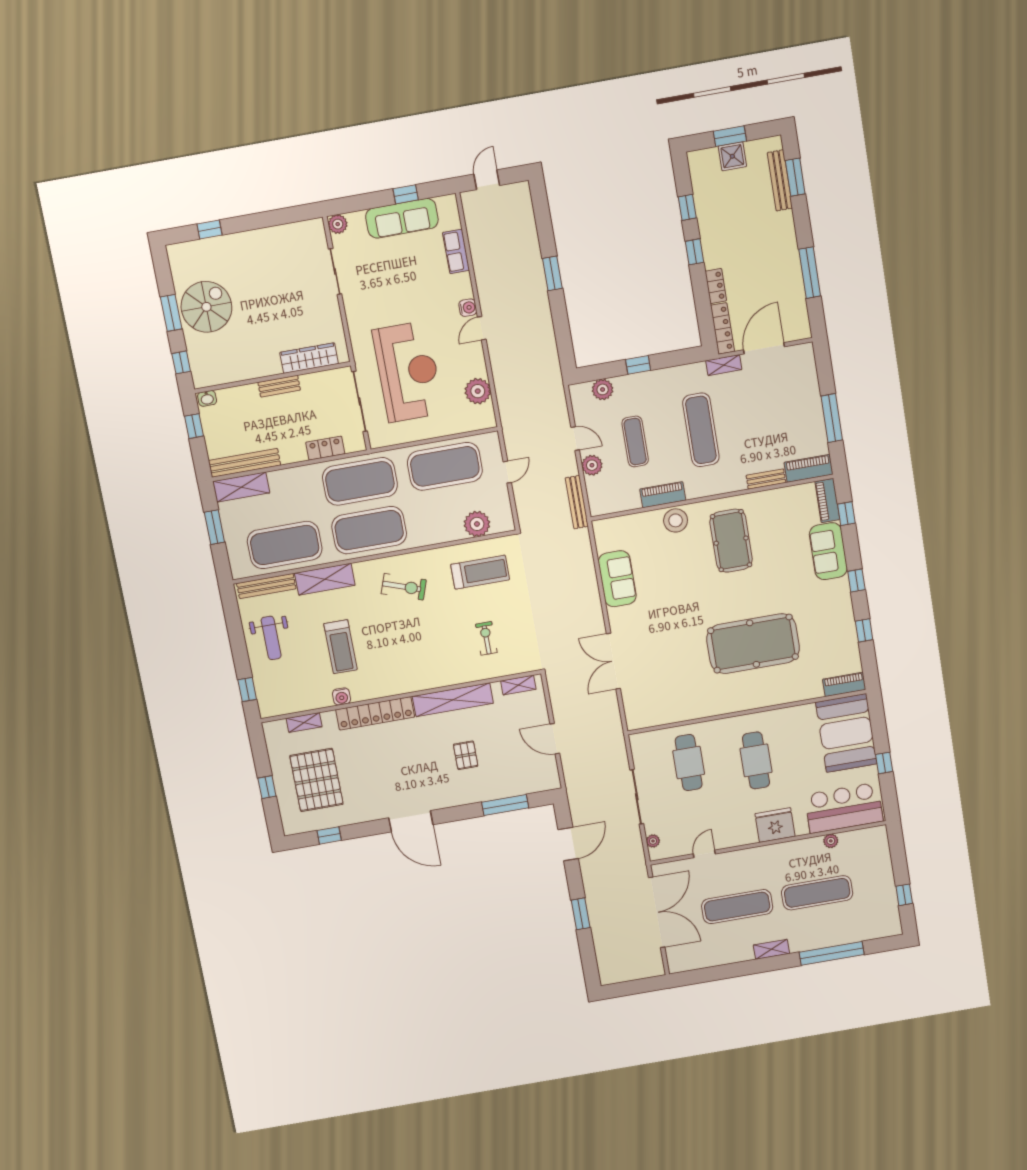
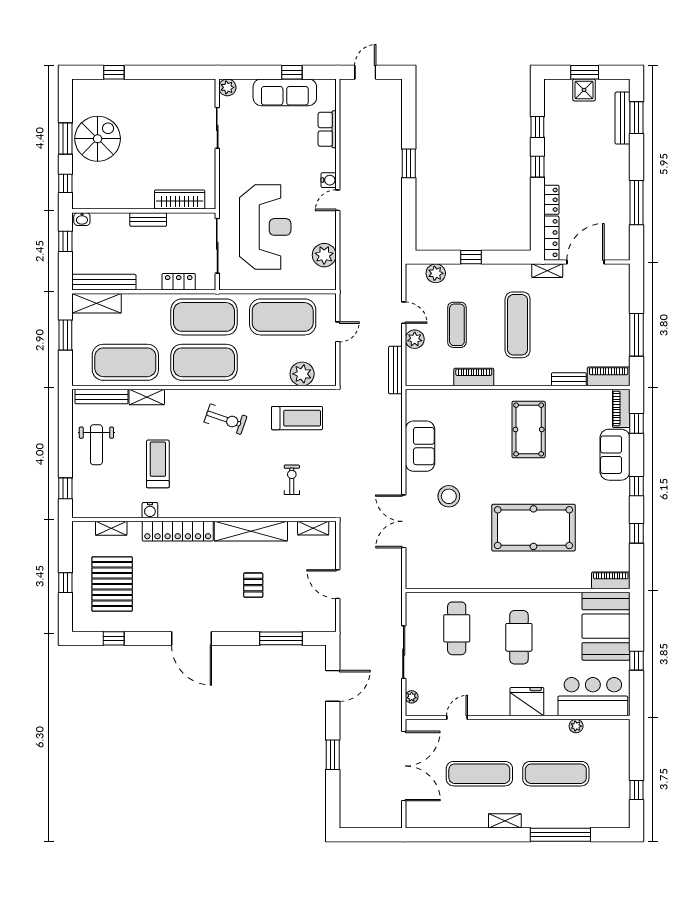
stool: (676, 520) -> (449, 496), moved
shelving: (325, 579) -> (147, 397), width x0.67, depth x0.75
treadmill: (340, 647) -> (158, 464), turned 180

